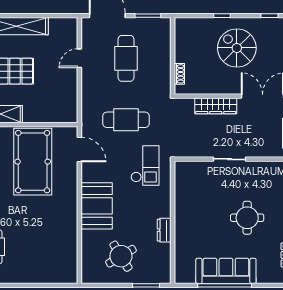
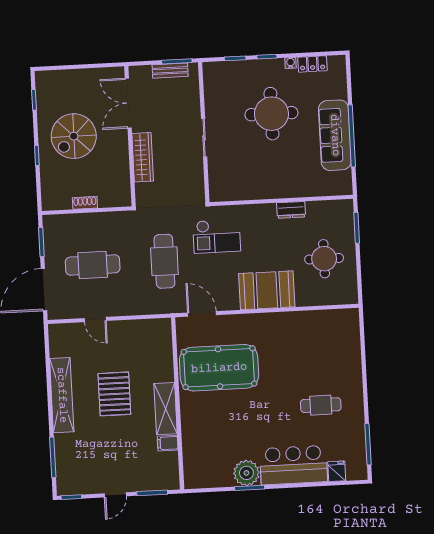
shoe rack: (179, 74) -> (85, 203), moved
door: (79, 149) -> (202, 314), hinge flipped
checkout: (145, 166) -> (217, 236), turned 180
round table: (247, 218) -> (271, 114), width x1.36, depth x1.36
round table: (121, 256) -> (324, 259), turned 31

